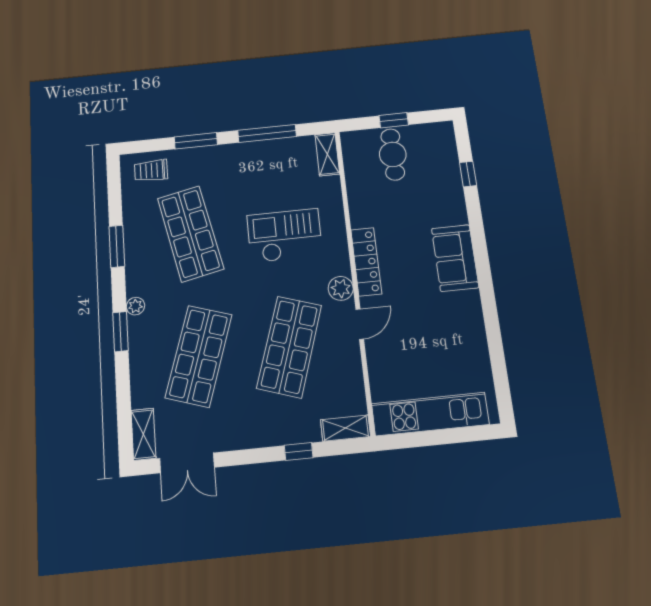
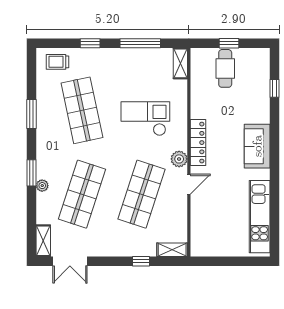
window: (196, 141) -> (90, 43), width x0.67
plant: (135, 306) -> (42, 186), moved
kitchen unit: (430, 414) -> (260, 217), moved, turned -90

